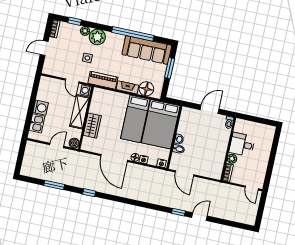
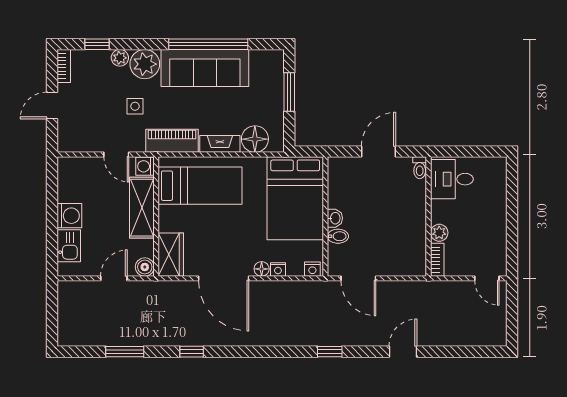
sofa: (147, 50) -> (205, 68), moved
bed: (135, 119) -> (200, 186), moved, turned -90
wardrobe: (92, 126) -> (171, 255), moved
desk: (242, 144) -> (452, 179), moved
window: (178, 212) -> (330, 352), moved

